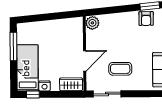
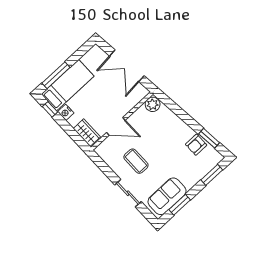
double door: (51, 16) -> (127, 66), added
window: (13, 46) -> (56, 75), moved
sliding door: (107, 94) -> (128, 193), moved

